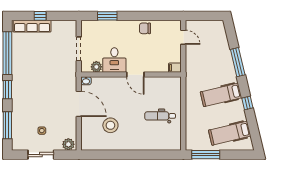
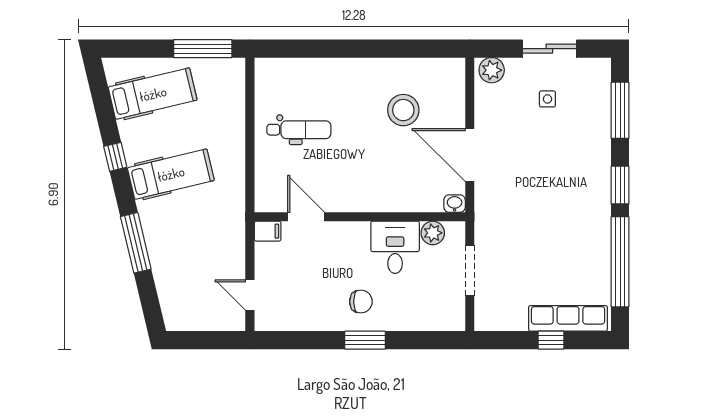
window: (107, 16) -> (365, 340), moved
chair: (145, 28) -> (361, 302), moved
door: (135, 75) -> (306, 217), moved

